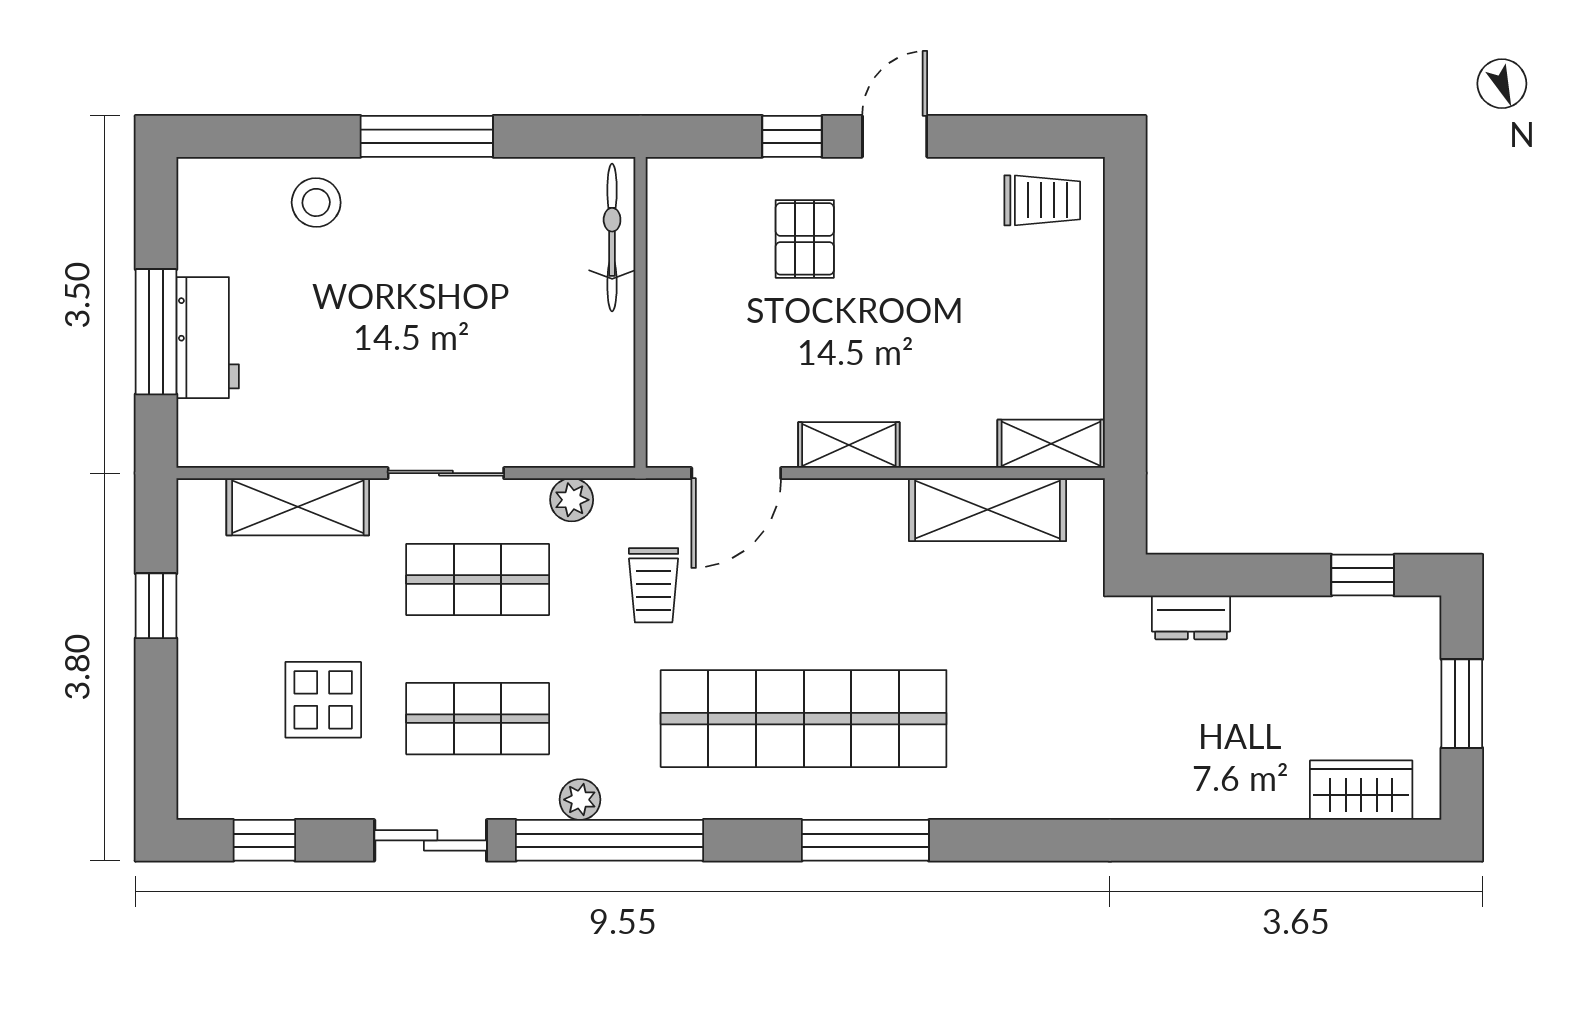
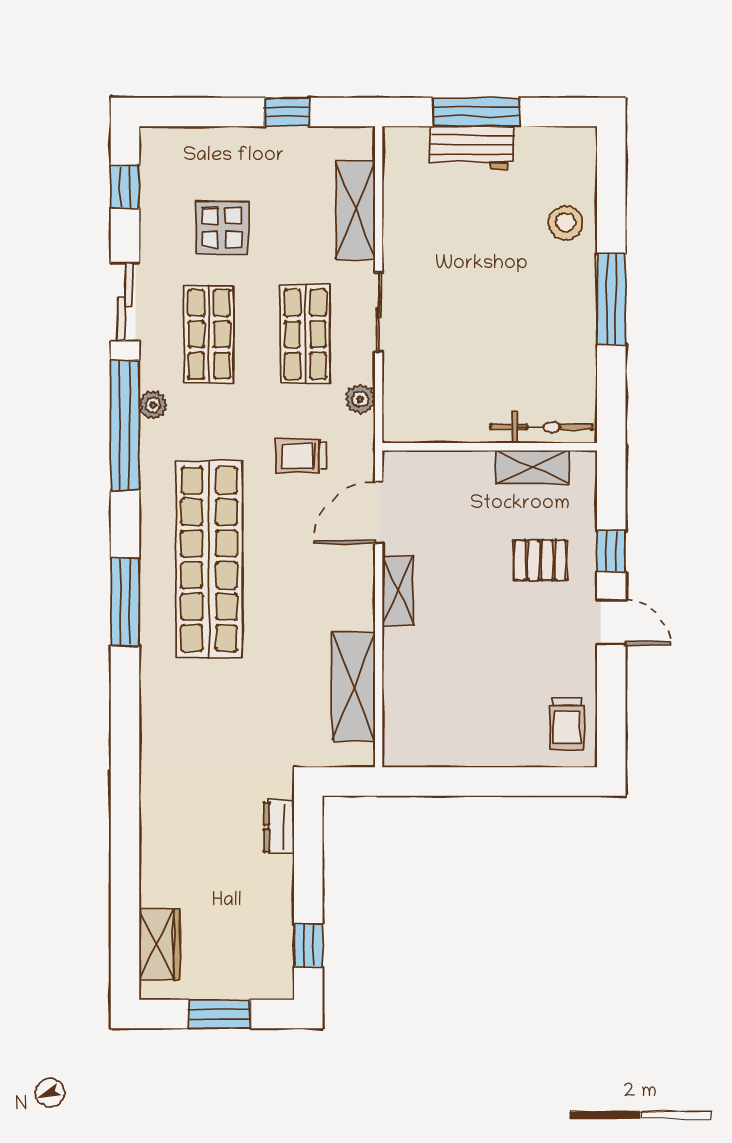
shelving: (1051, 444) -> (532, 467), moved, turned 90
door: (736, 473) -> (379, 513), hinge flipped

